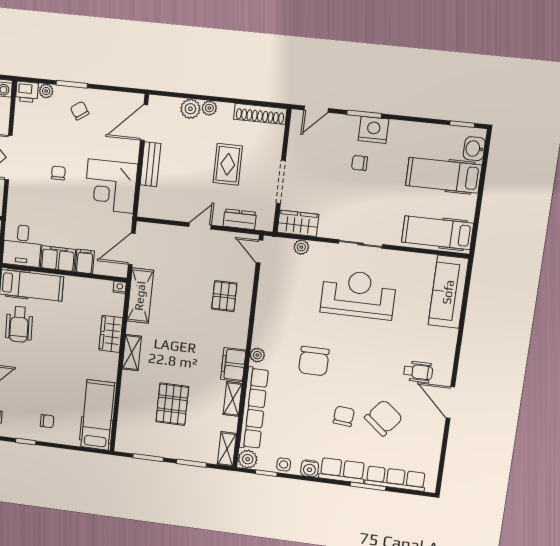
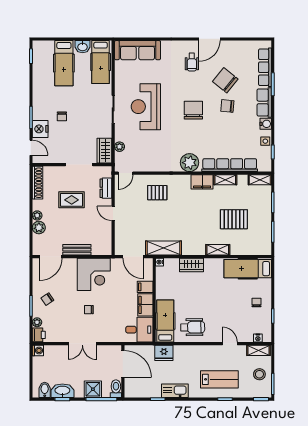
door: (144, 123) -> (51, 257), hinge flipped
nightstand: (373, 130) -> (40, 129), moved
washbasin: (474, 149) -> (83, 47), moved
shelving: (132, 353) -> (218, 250), moved
plant: (257, 355) -> (189, 163), width x1.88, depth x1.88
chair: (314, 361) -> (193, 110), moved, turned -90
wheelchair: (418, 372) -> (192, 62), turned 180
plant: (248, 459) -> (265, 165), removed

